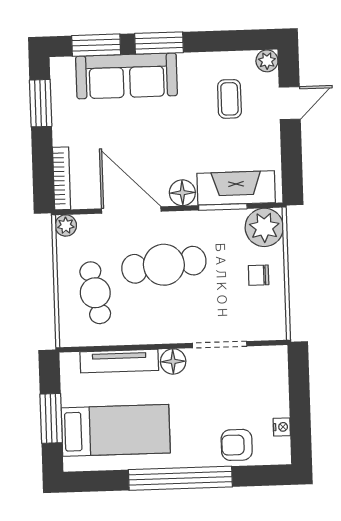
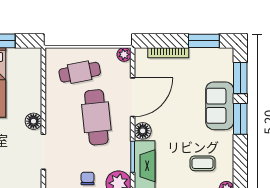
sofa: (127, 76) -> (220, 106), width x0.73
bookcase: (62, 178) -> (168, 53), moved
tv unit: (119, 361) -> (35, 86), removed

